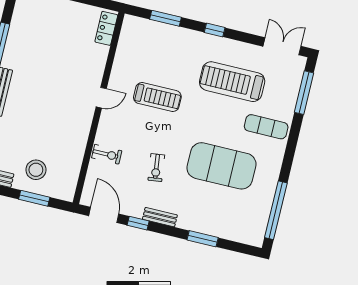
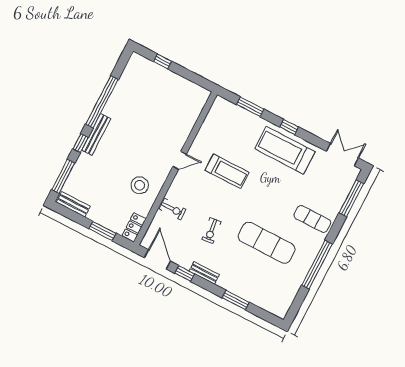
locker: (106, 28) -> (134, 227), moved
treadmill: (232, 82) -> (285, 150), moved
exercise mat: (221, 166) -> (267, 243), width x0.68
stool: (36, 170) -> (140, 185), moved
window: (276, 210) -> (317, 265), moved

